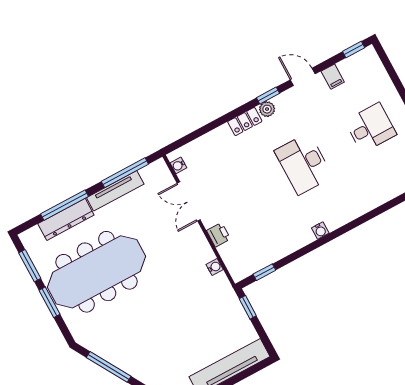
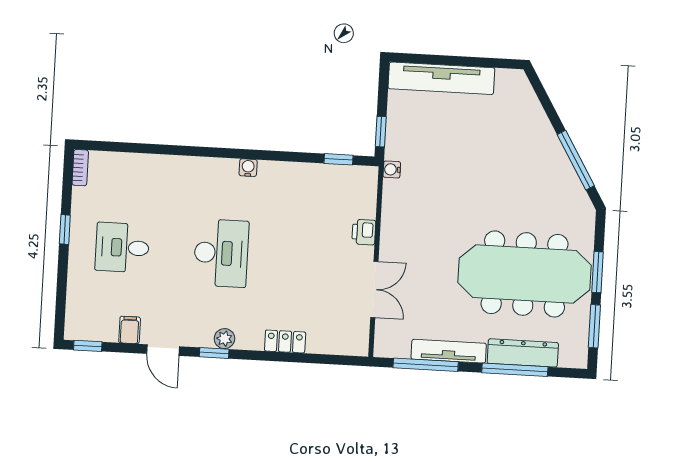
locker: (245, 122) -> (285, 341), moved
water cooler: (178, 165) -> (361, 336), removed
water cooler: (215, 267) -> (392, 169), moved

